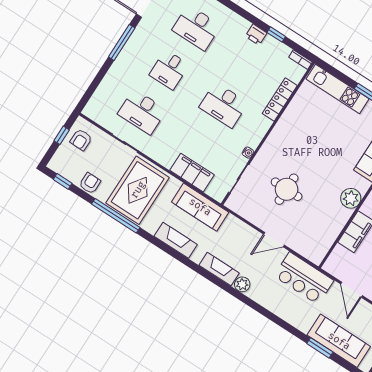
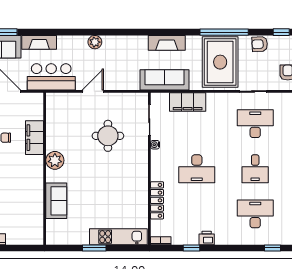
desk: (169, 70) -> (255, 169), turned 180
desk: (224, 105) -> (197, 169), turned 180
armchair: (90, 183) -> (260, 44), turned 87
fireplace: (219, 269) -> (39, 42), moved

